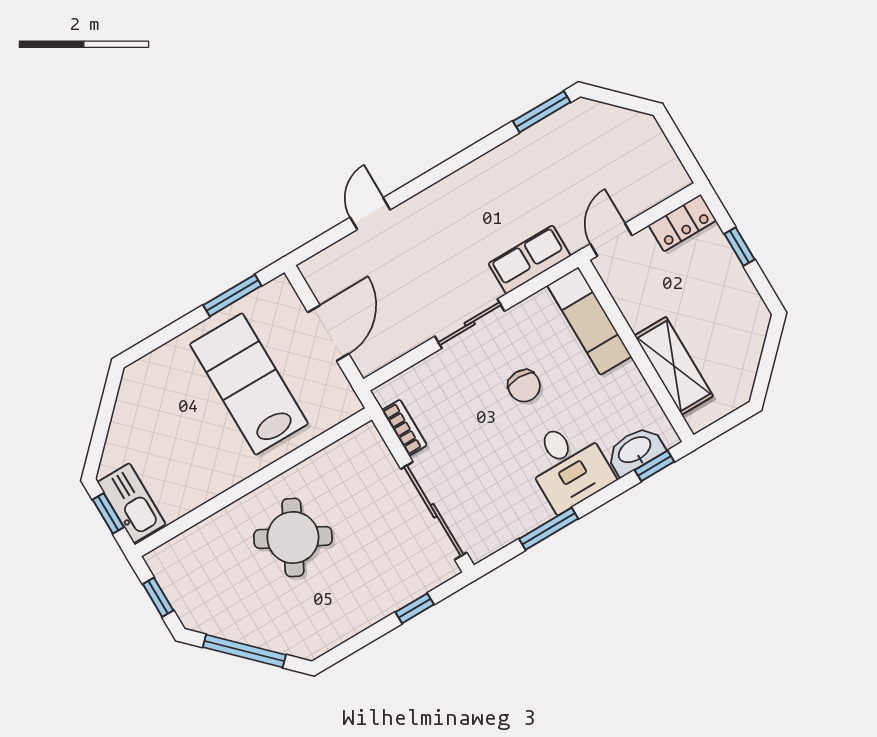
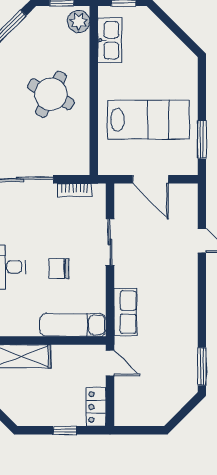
sliding door: (470, 324) -> (110, 242), moved
kitchen sink: (132, 503) -> (110, 40), moved, turned -90
plant: (172, 559) -> (78, 22), added

